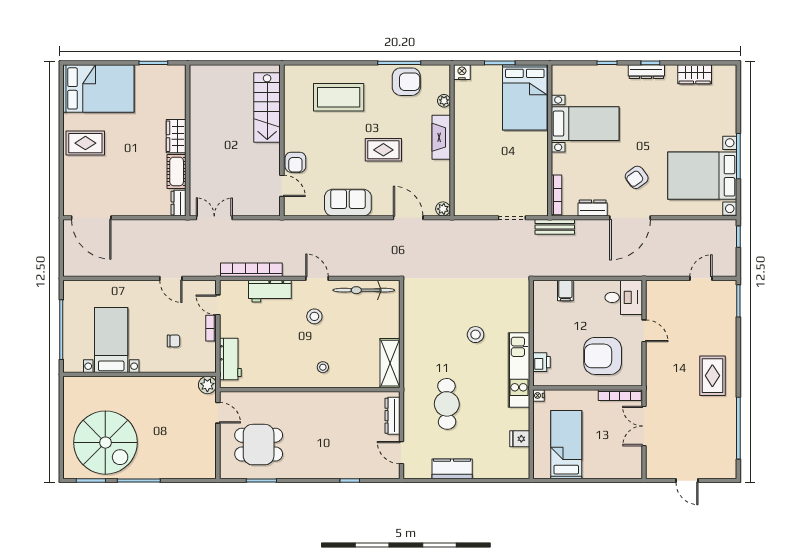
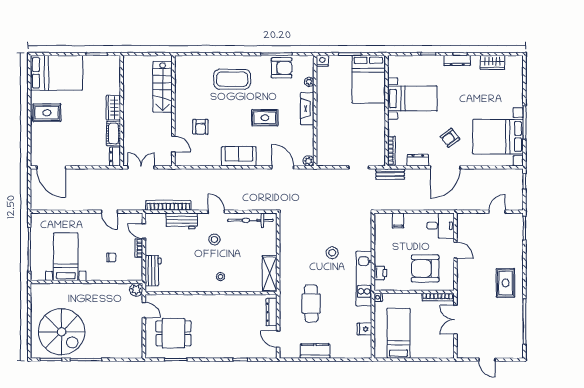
stairs: (267, 108) -> (163, 87), moved
wall: (282, 140) -> (173, 111), moved
door: (282, 186) -> (173, 144), moved

